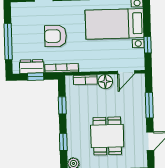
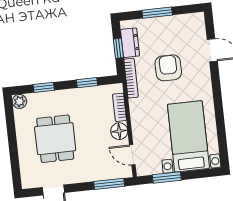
window: (8, 42) -> (157, 13), width x0.69
window: (148, 45) -> (167, 177), width x1.50
window: (149, 105) -> (109, 184), moved
dining table: (107, 136) -> (55, 139), turned 90

